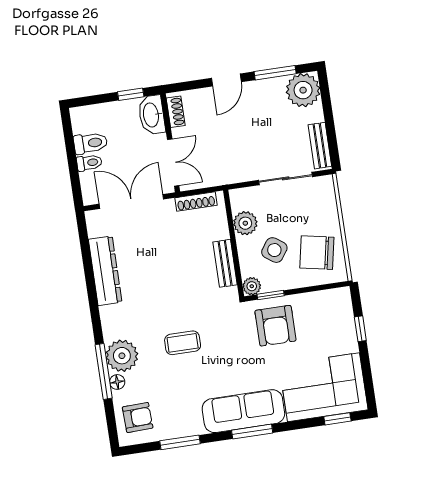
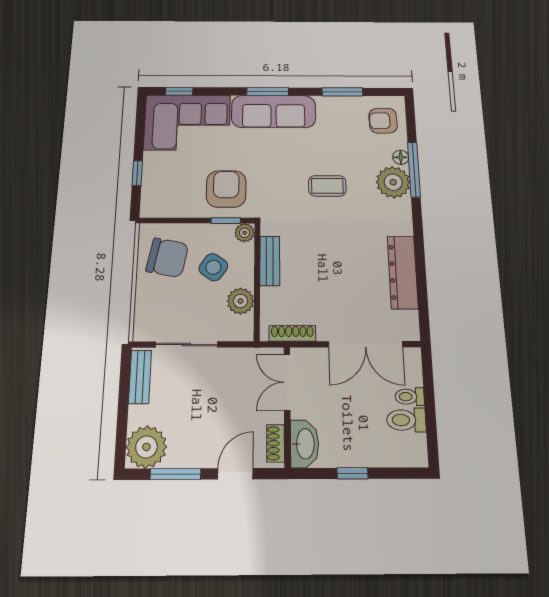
shoe rack: (176, 112) -> (276, 443), moved
washbasin: (152, 115) -> (305, 444), moved
wall: (170, 143) -> (287, 406), moved
double door: (173, 163) -> (287, 382), moved

